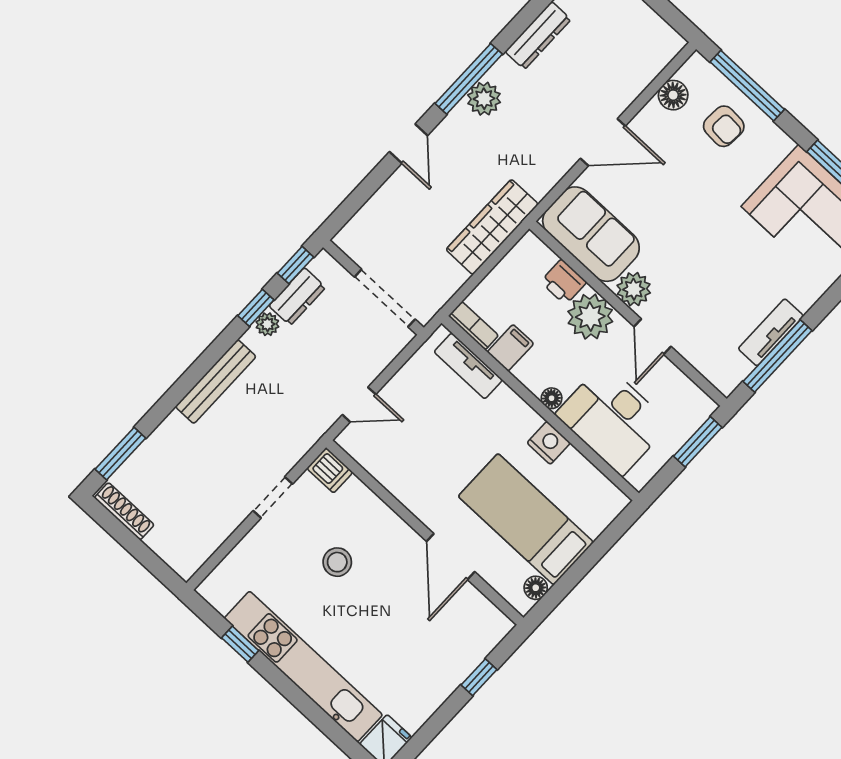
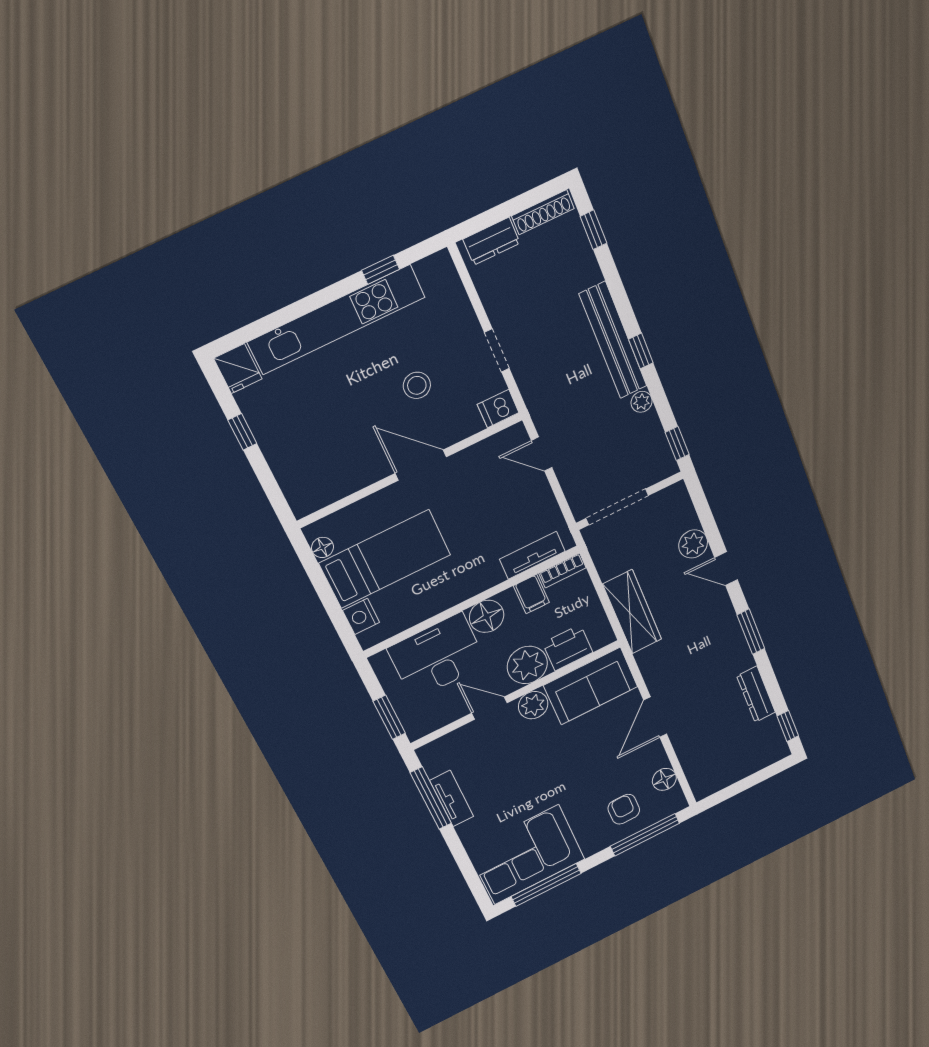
window: (469, 79) -> (751, 632), width x0.69
plant: (484, 99) -> (693, 544), moved
armchair: (724, 126) -> (624, 809), turned 86
printer: (564, 282) -> (568, 648), width x1.36, depth x1.24
dresser: (297, 297) -> (491, 241), moved, turned -90
window: (256, 308) -> (641, 351), moved
bench: (216, 382) -> (613, 340), width x1.37, depth x1.21
floor lamp: (552, 398) -> (487, 616), width x1.89, depth x1.89
door: (359, 405) -> (542, 454), hinge flipped
nightstand: (549, 443) -> (361, 616), moved, turned 90
window: (120, 454) -> (593, 230), width x0.67
door: (451, 557) -> (421, 465), moved
window: (479, 677) -> (242, 432), moved

